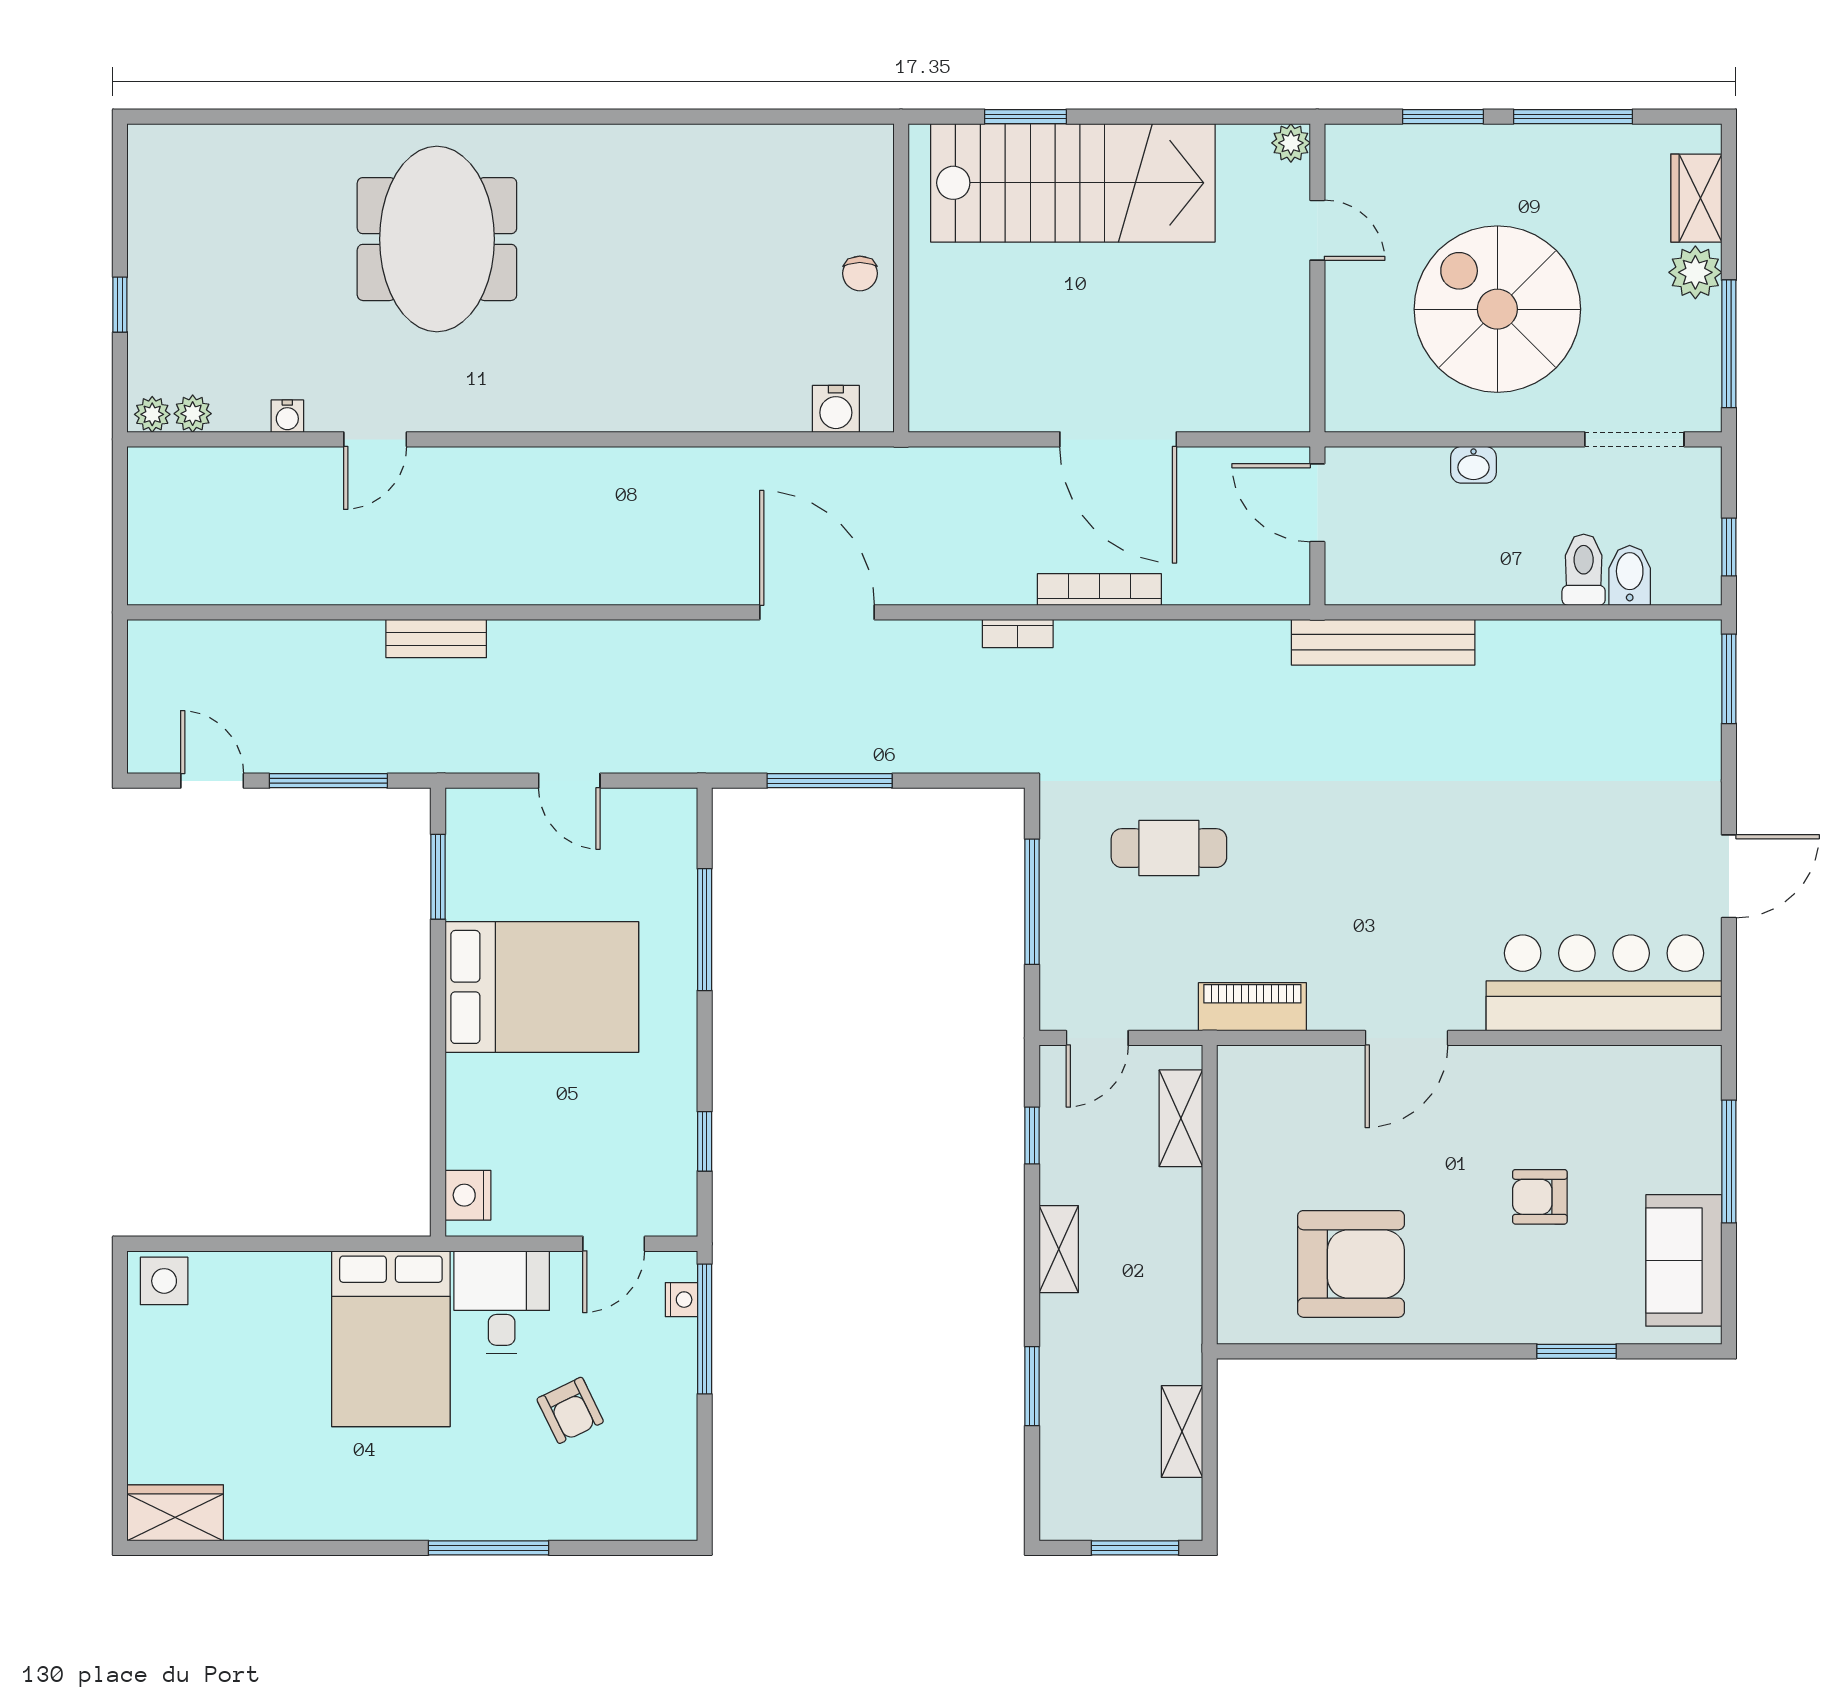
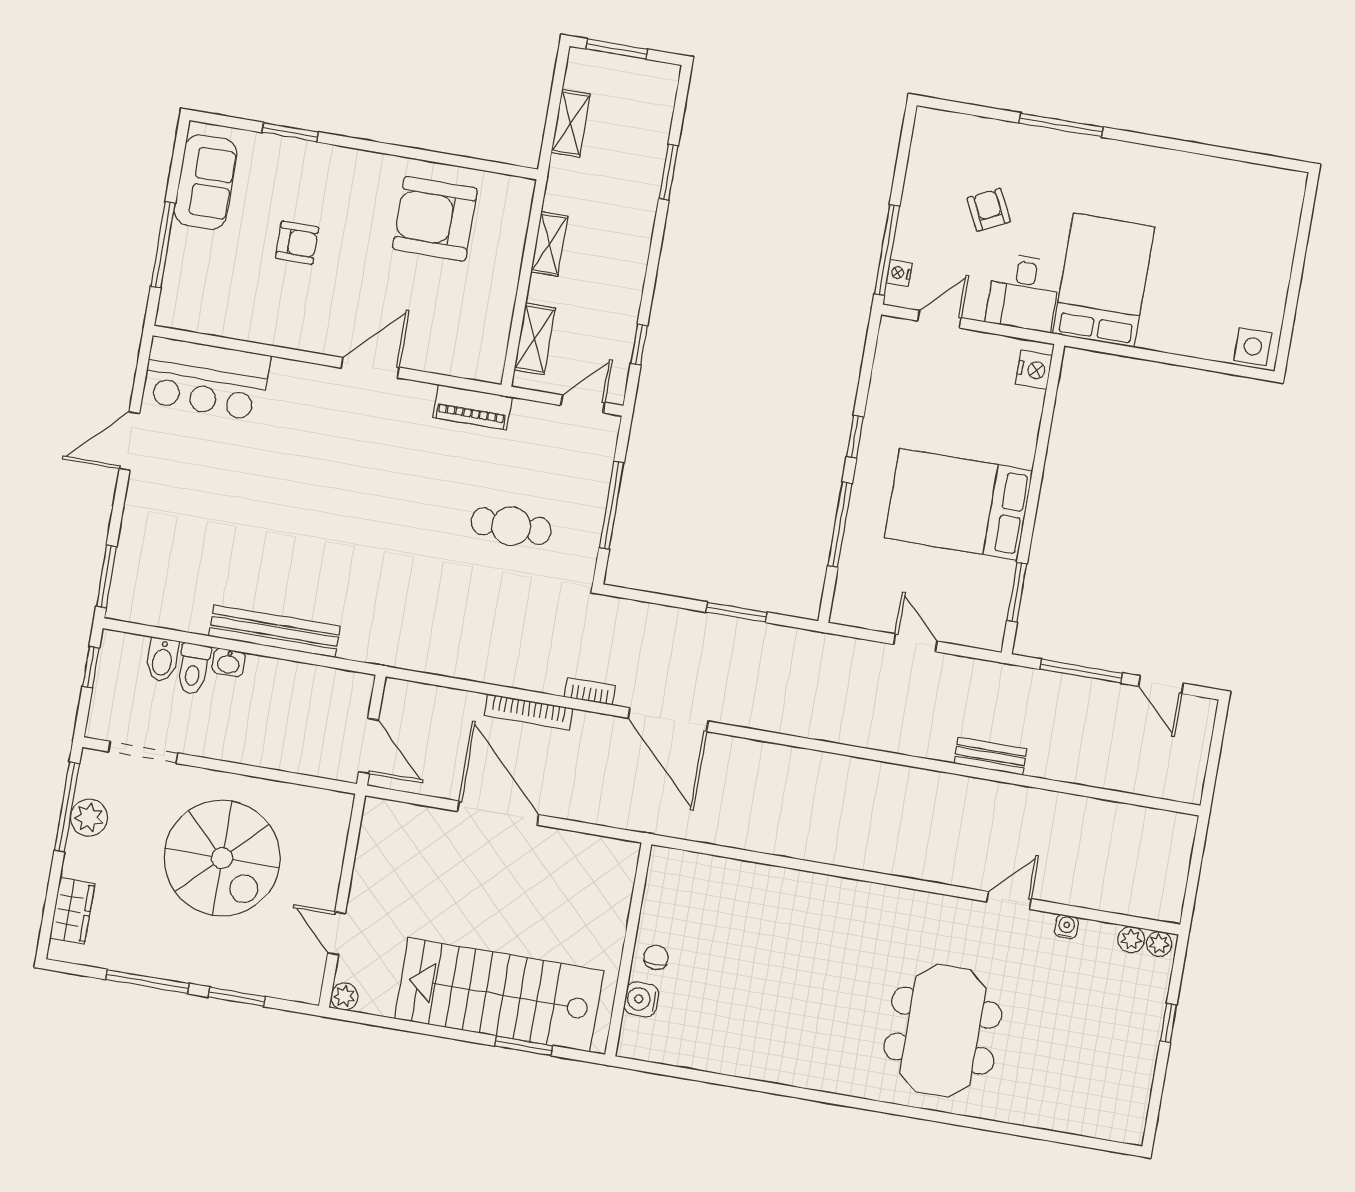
plant: (1695, 272) -> (89, 818), moved
water cooler: (836, 409) -> (641, 999), moved, turned -90
washbasin: (1474, 465) -> (229, 663), moved, turned 180
door: (817, 612) -> (668, 720), moved
bench: (1383, 642) -> (275, 631), moved
window: (830, 781) -> (737, 612), width x0.69
bar counter: (1604, 983) -> (206, 379), width x0.73
window: (705, 1141) -> (855, 437), moved
shelving: (1059, 1249) -> (549, 244), moved
wardrobe: (175, 1513) -> (1272, 186), removed

